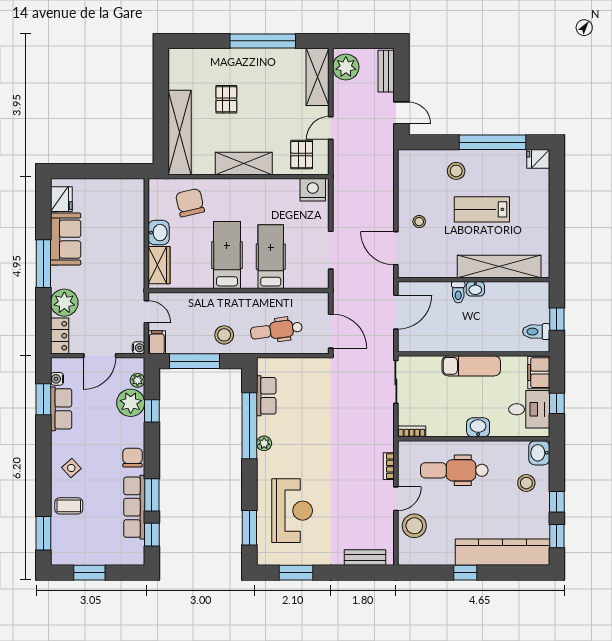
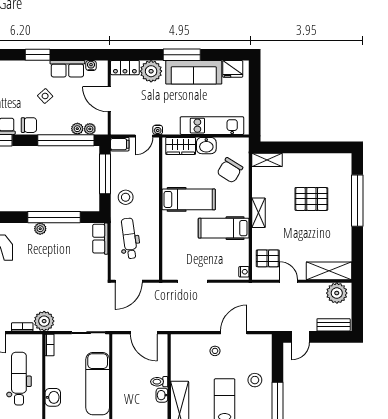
window: (263, 41) -> (357, 201), moved
pallet: (226, 99) -> (311, 199), width x1.50, depth x1.42
shelving: (180, 132) -> (267, 160), width x0.45, depth x0.75
shelving: (244, 163) -> (259, 213), width x0.67, depth x0.75
nightstand: (313, 190) -> (244, 272), width x0.53, depth x0.56
chair: (190, 203) -> (230, 170), turned 135
kitchen unit: (133, 225) -> (212, 126), added
sofa: (66, 239) -> (194, 72), width x1.36
door: (396, 248) -> (234, 333), moved
hospital bed: (271, 257) -> (224, 228), moved, turned 180
water cooler: (139, 348) -> (158, 130), moved
exam couch: (471, 366) -> (98, 384), width x1.36, depth x1.45
row of seats: (266, 396) -> (100, 239), moved, turned 90
window: (43, 399) -> (38, 55), moved
plant: (131, 403) -> (77, 129), width x0.53, depth x0.53
window: (152, 411) -> (66, 140), width x3.17
plant: (381, 438) -> (44, 321), added
side table: (71, 468) -> (45, 96), moved

